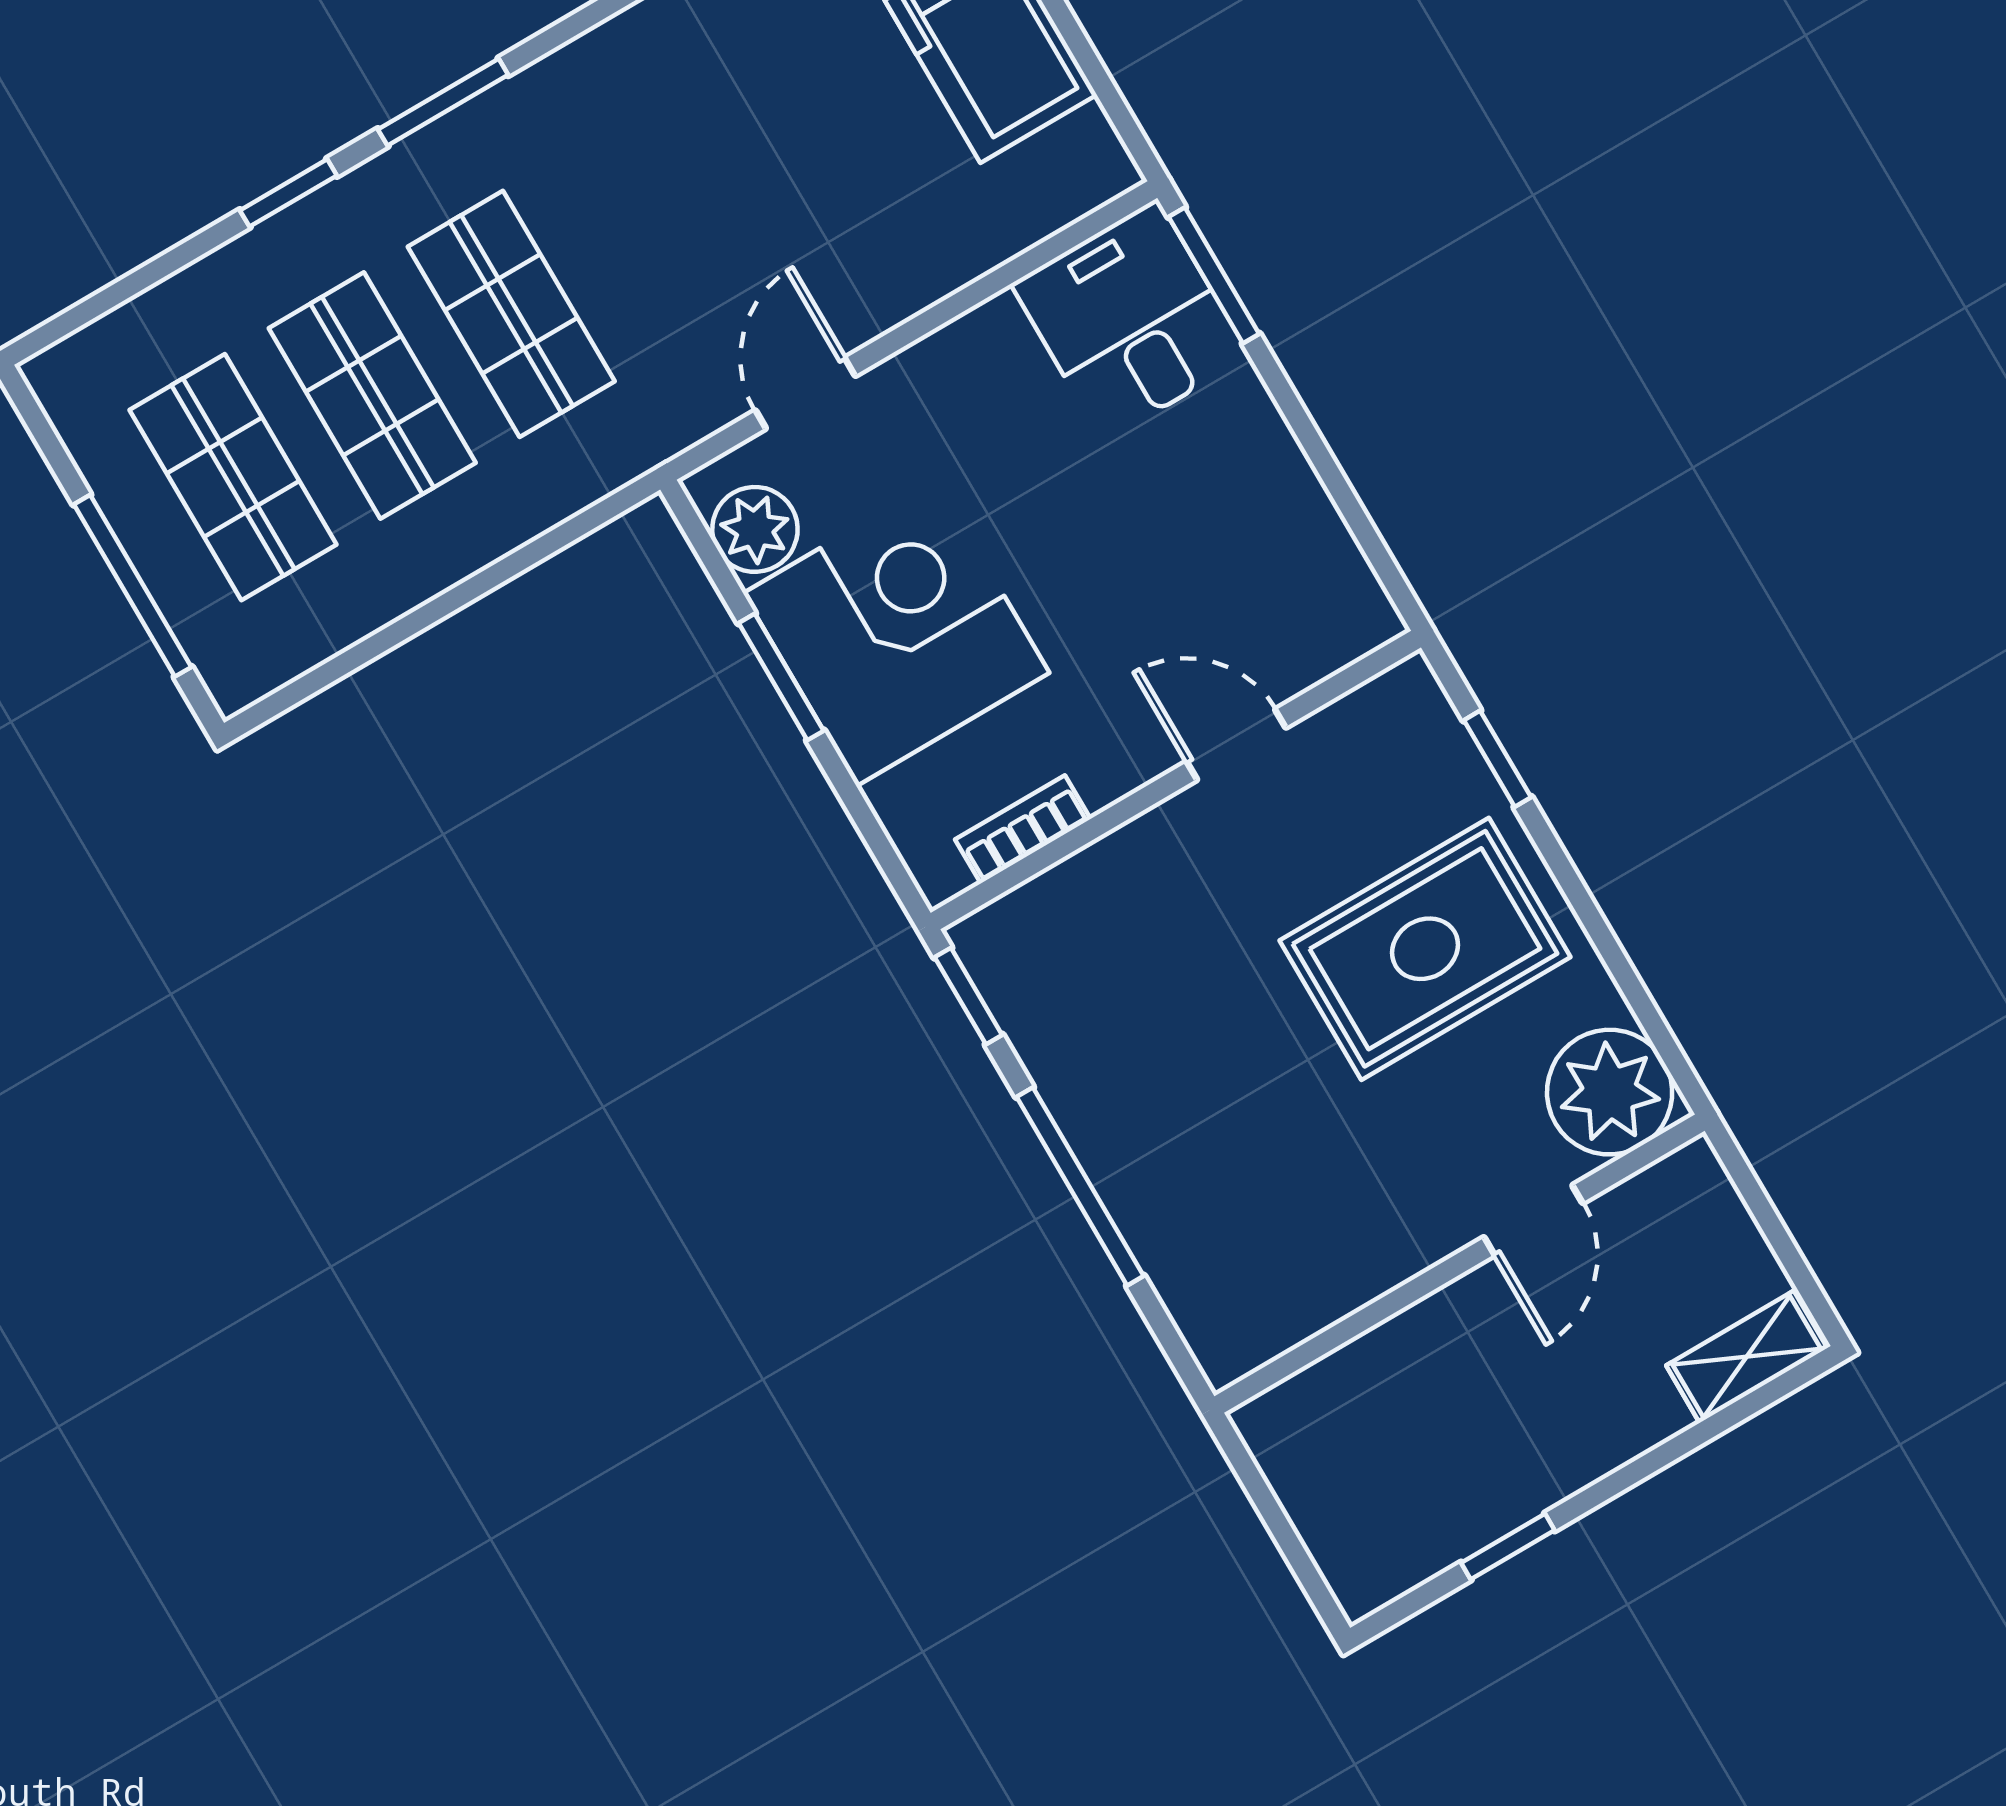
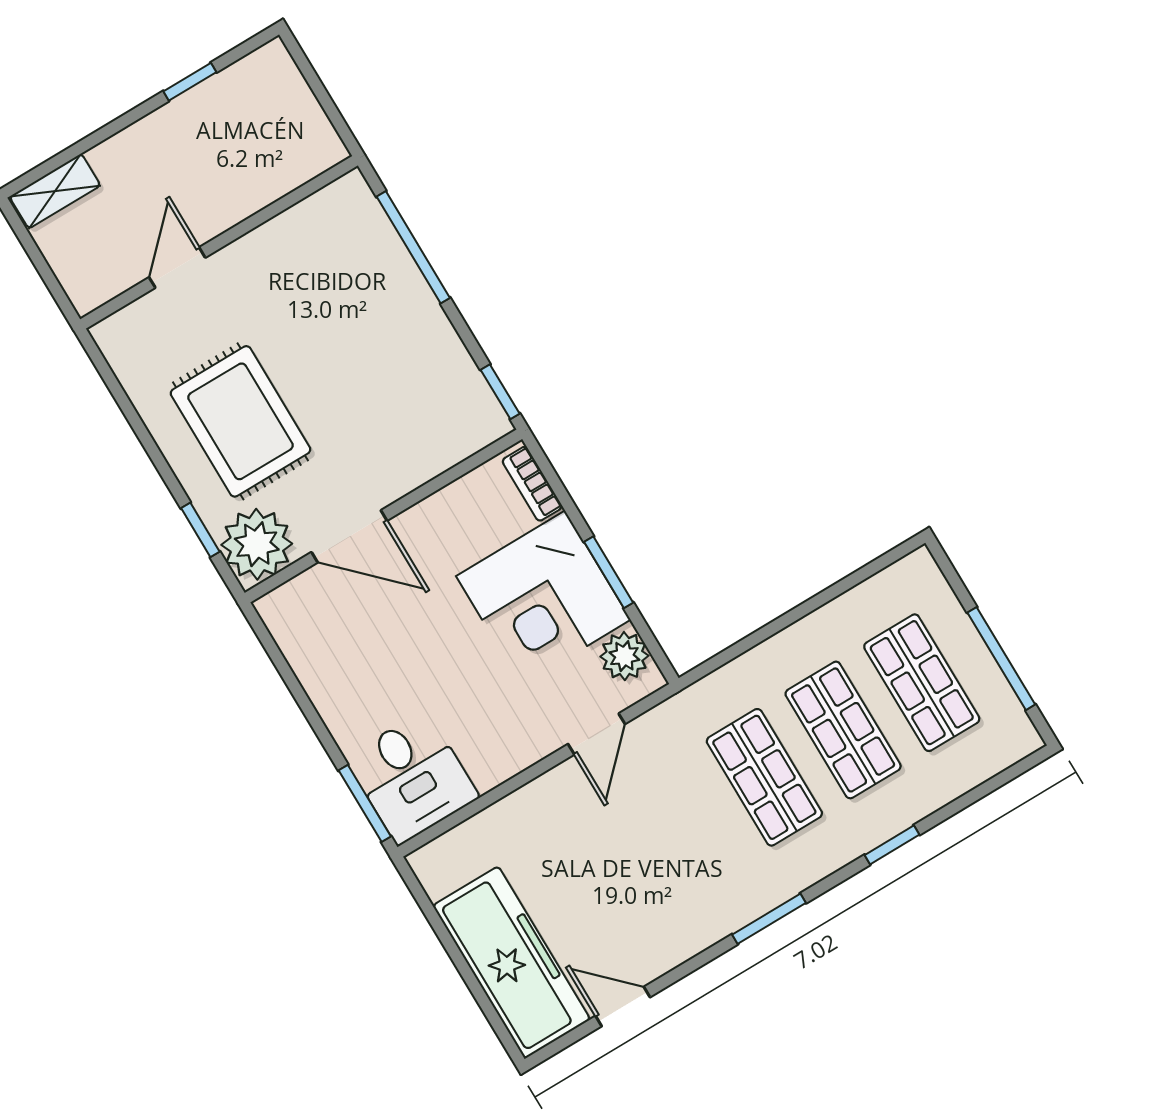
window: (443, 102) -> (769, 919), moved
window: (133, 586) -> (1001, 659), moved
door: (1236, 745) -> (349, 536), width x1.38
bookcase: (1023, 829) -> (532, 484), moved, turned 90
rug: (1425, 949) -> (240, 421), turned 90
plant: (1610, 1092) -> (257, 544), moved
window: (1080, 1186) -> (413, 247), moved

